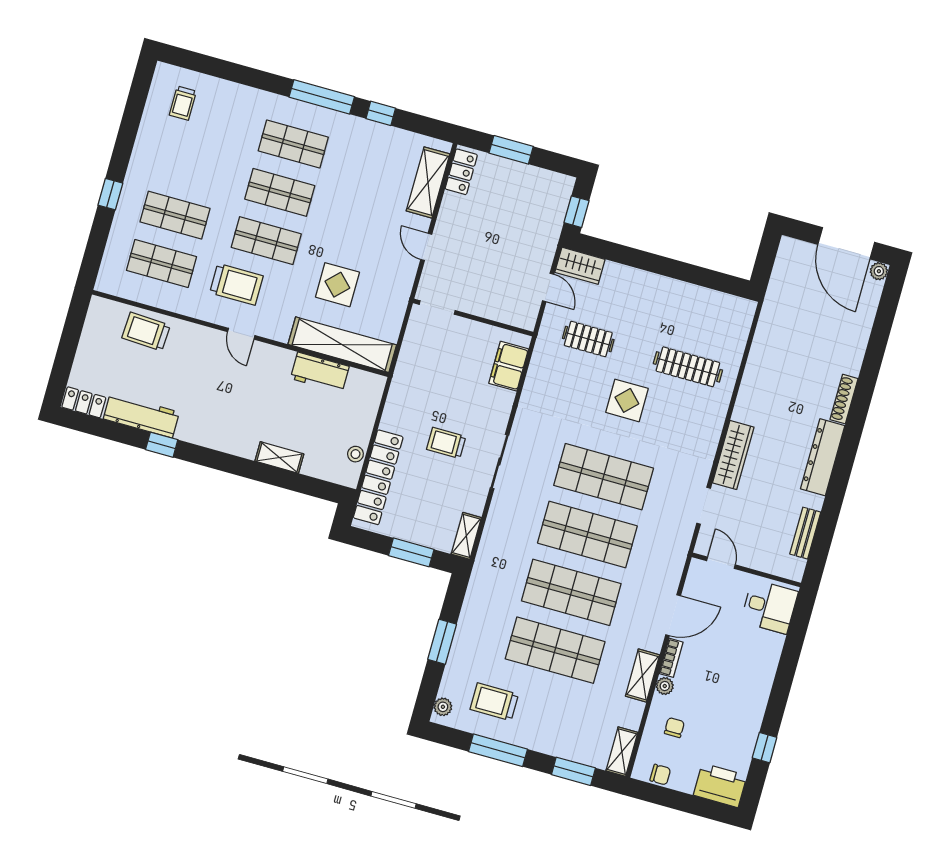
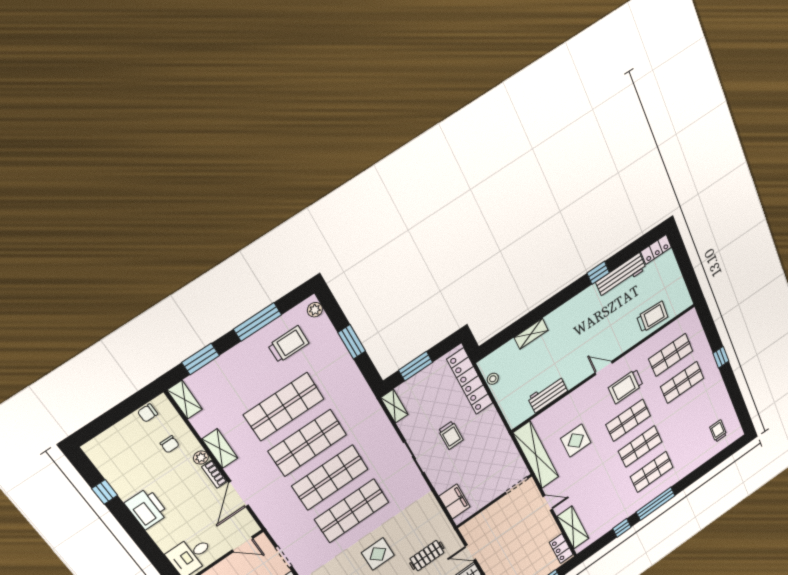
shelving: (342, 345) -> (536, 455), moved, turned 90
trolley: (446, 443) -> (451, 435), turned 90
printer: (720, 785) -> (147, 509), moved, turned -90

